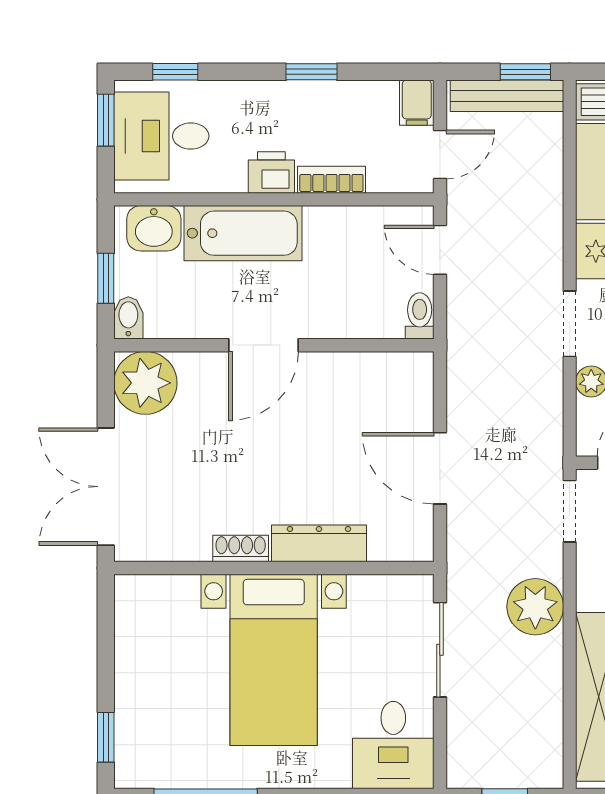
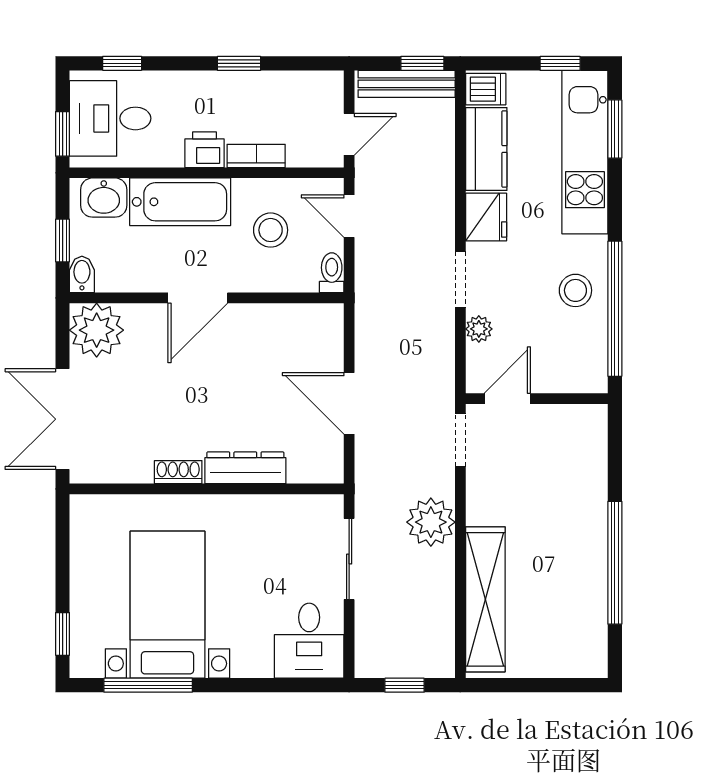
filing cabinet: (417, 103) -> (329, 90), removed
window: (106, 120) -> (63, 134), moved
stool: (348, 266) -> (271, 230), added
bed with nightstands: (274, 660) -> (167, 605), moved, turned 180

